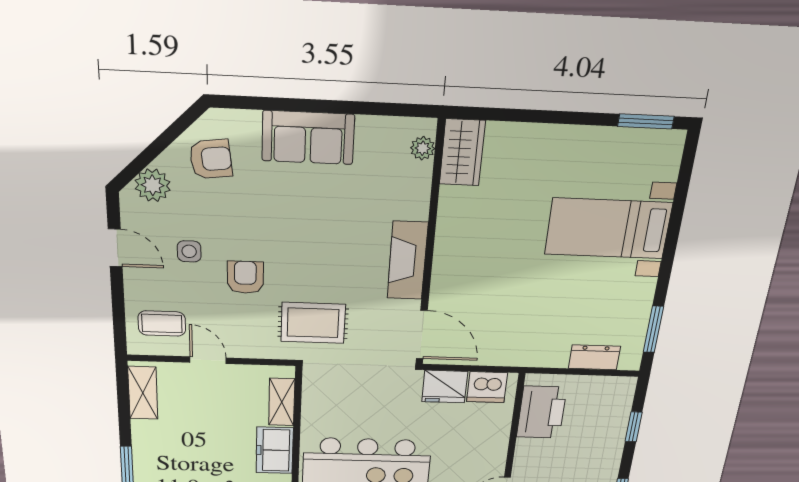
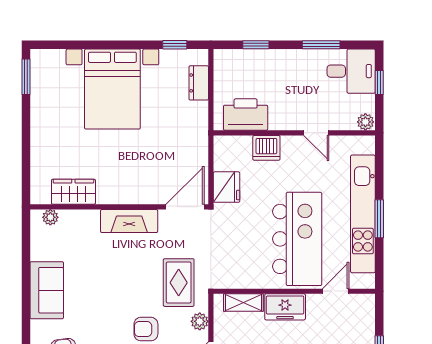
wardrobe: (462, 153) -> (73, 192), moved
bed with nightstands: (608, 228) -> (112, 89), width x1.36
window: (653, 329) -> (175, 45), width x0.67
plant: (256, 348) -> (200, 321), added
dishwasher: (487, 387) -> (266, 148), moved, turned 90

